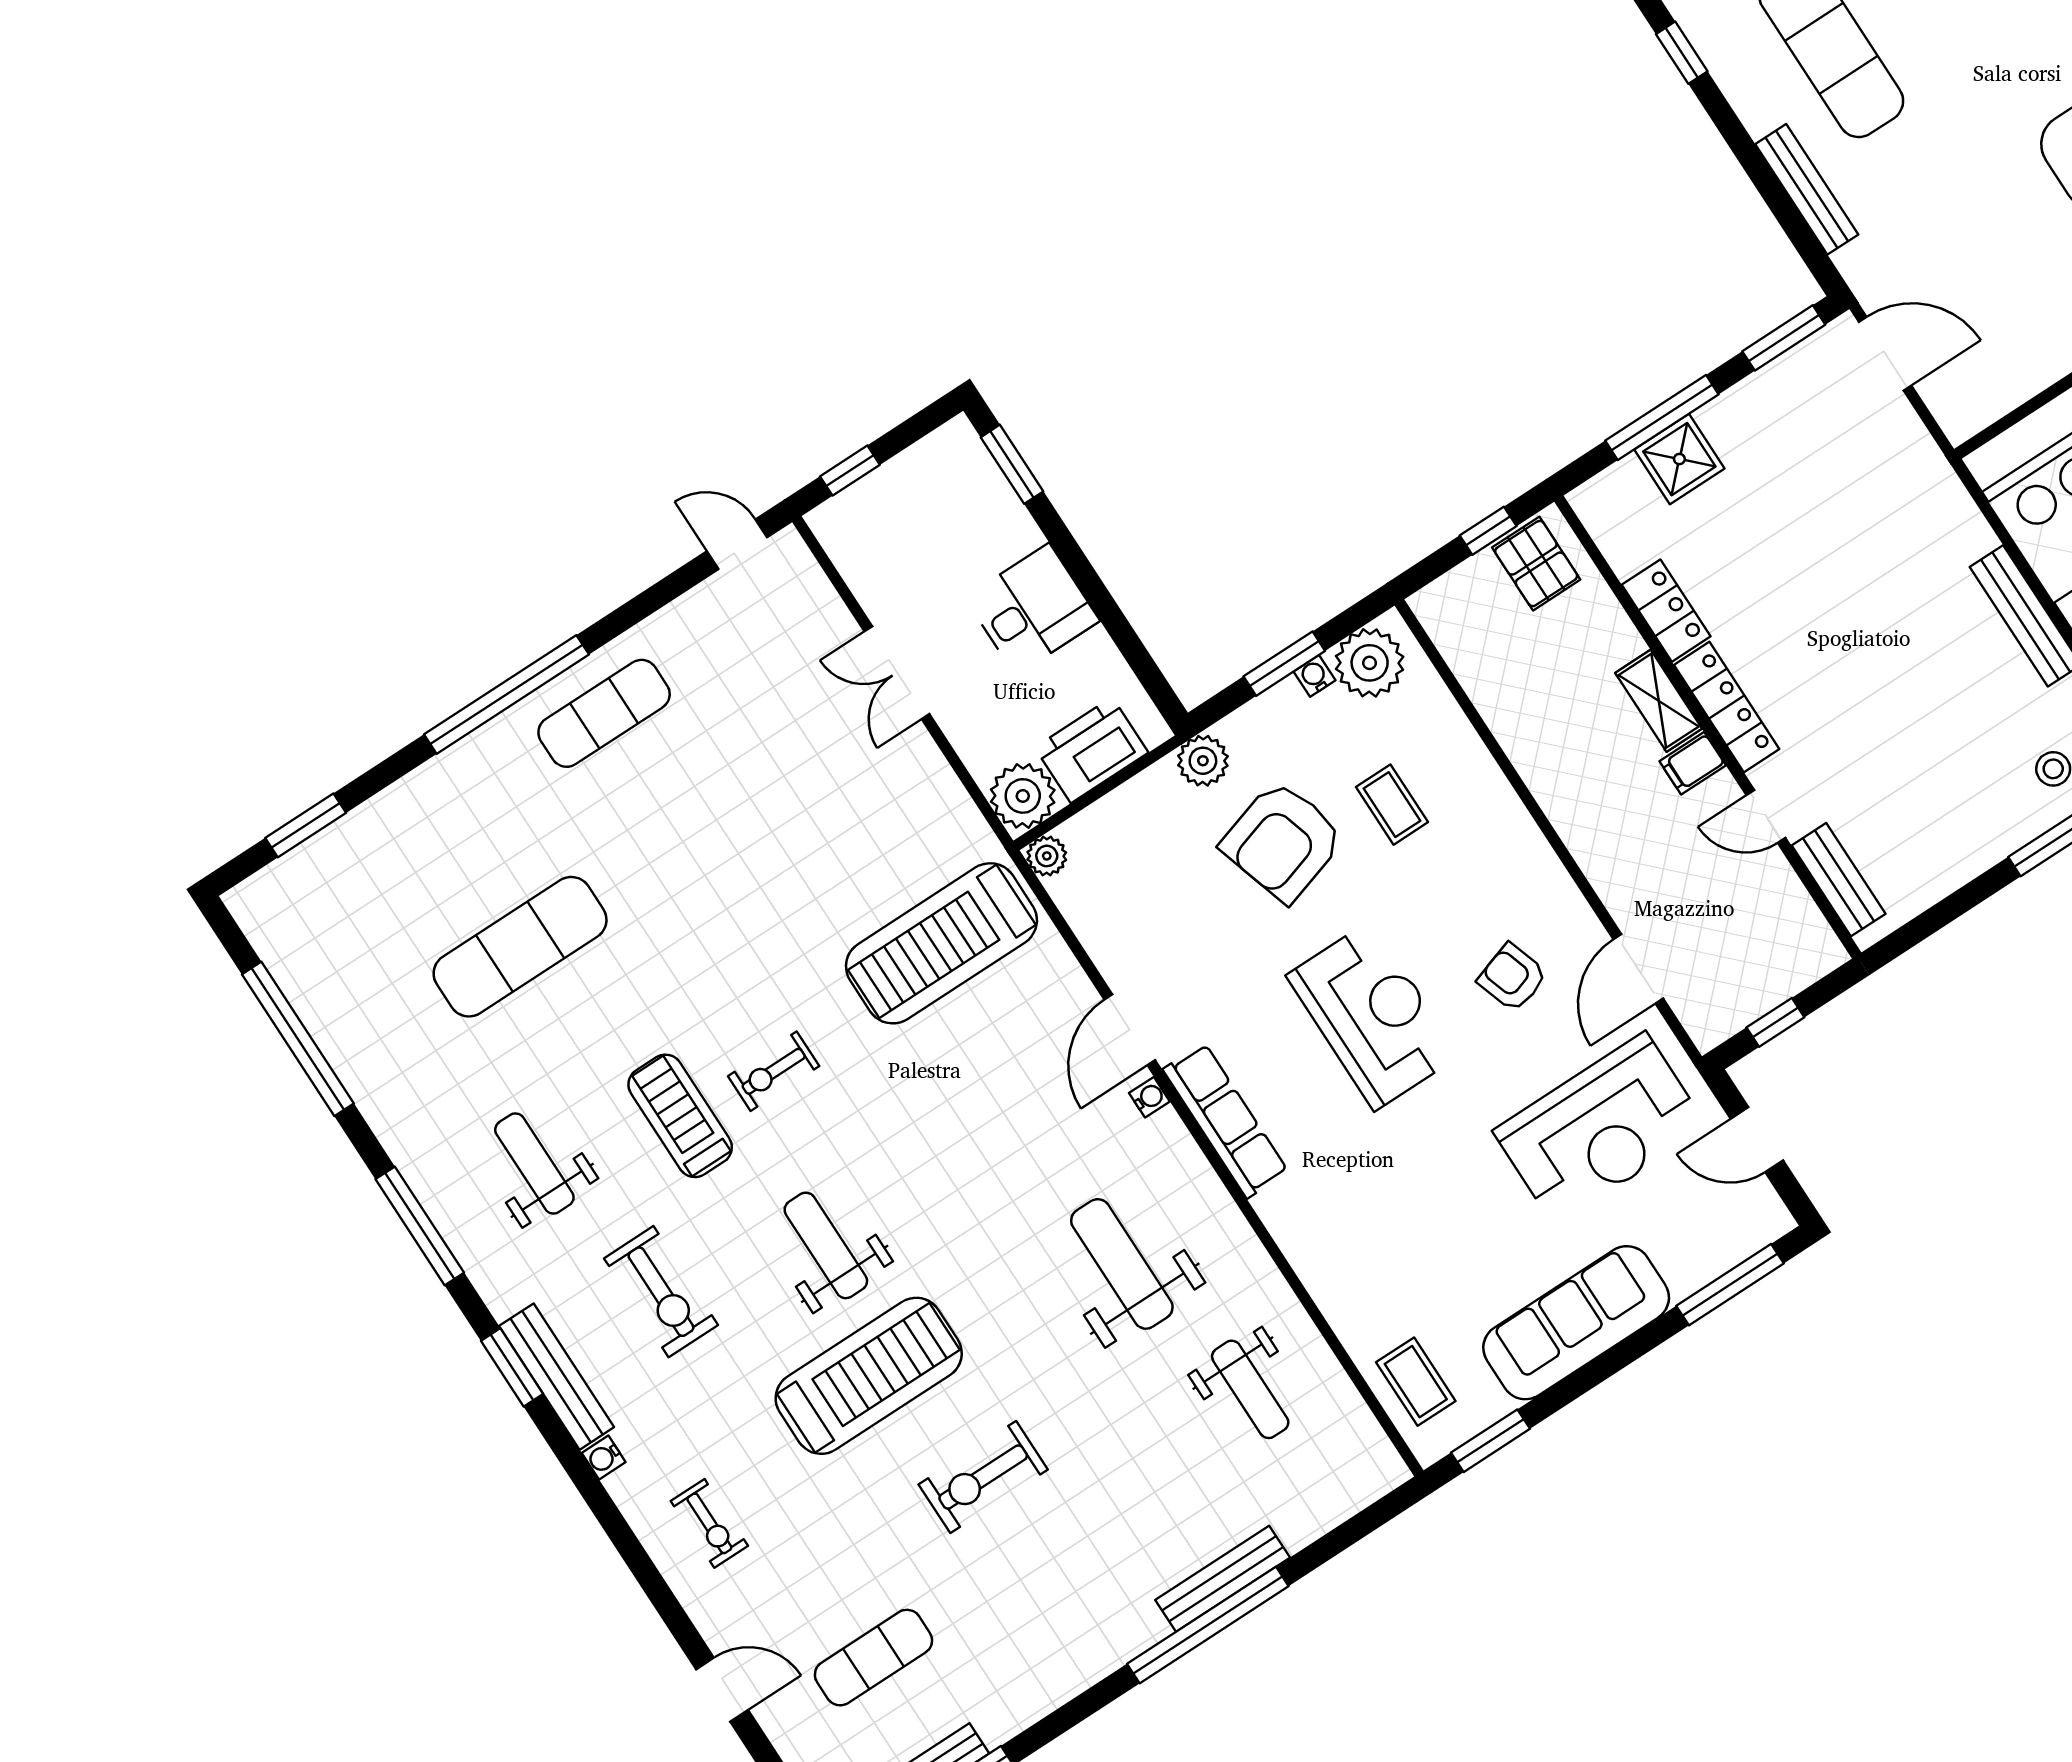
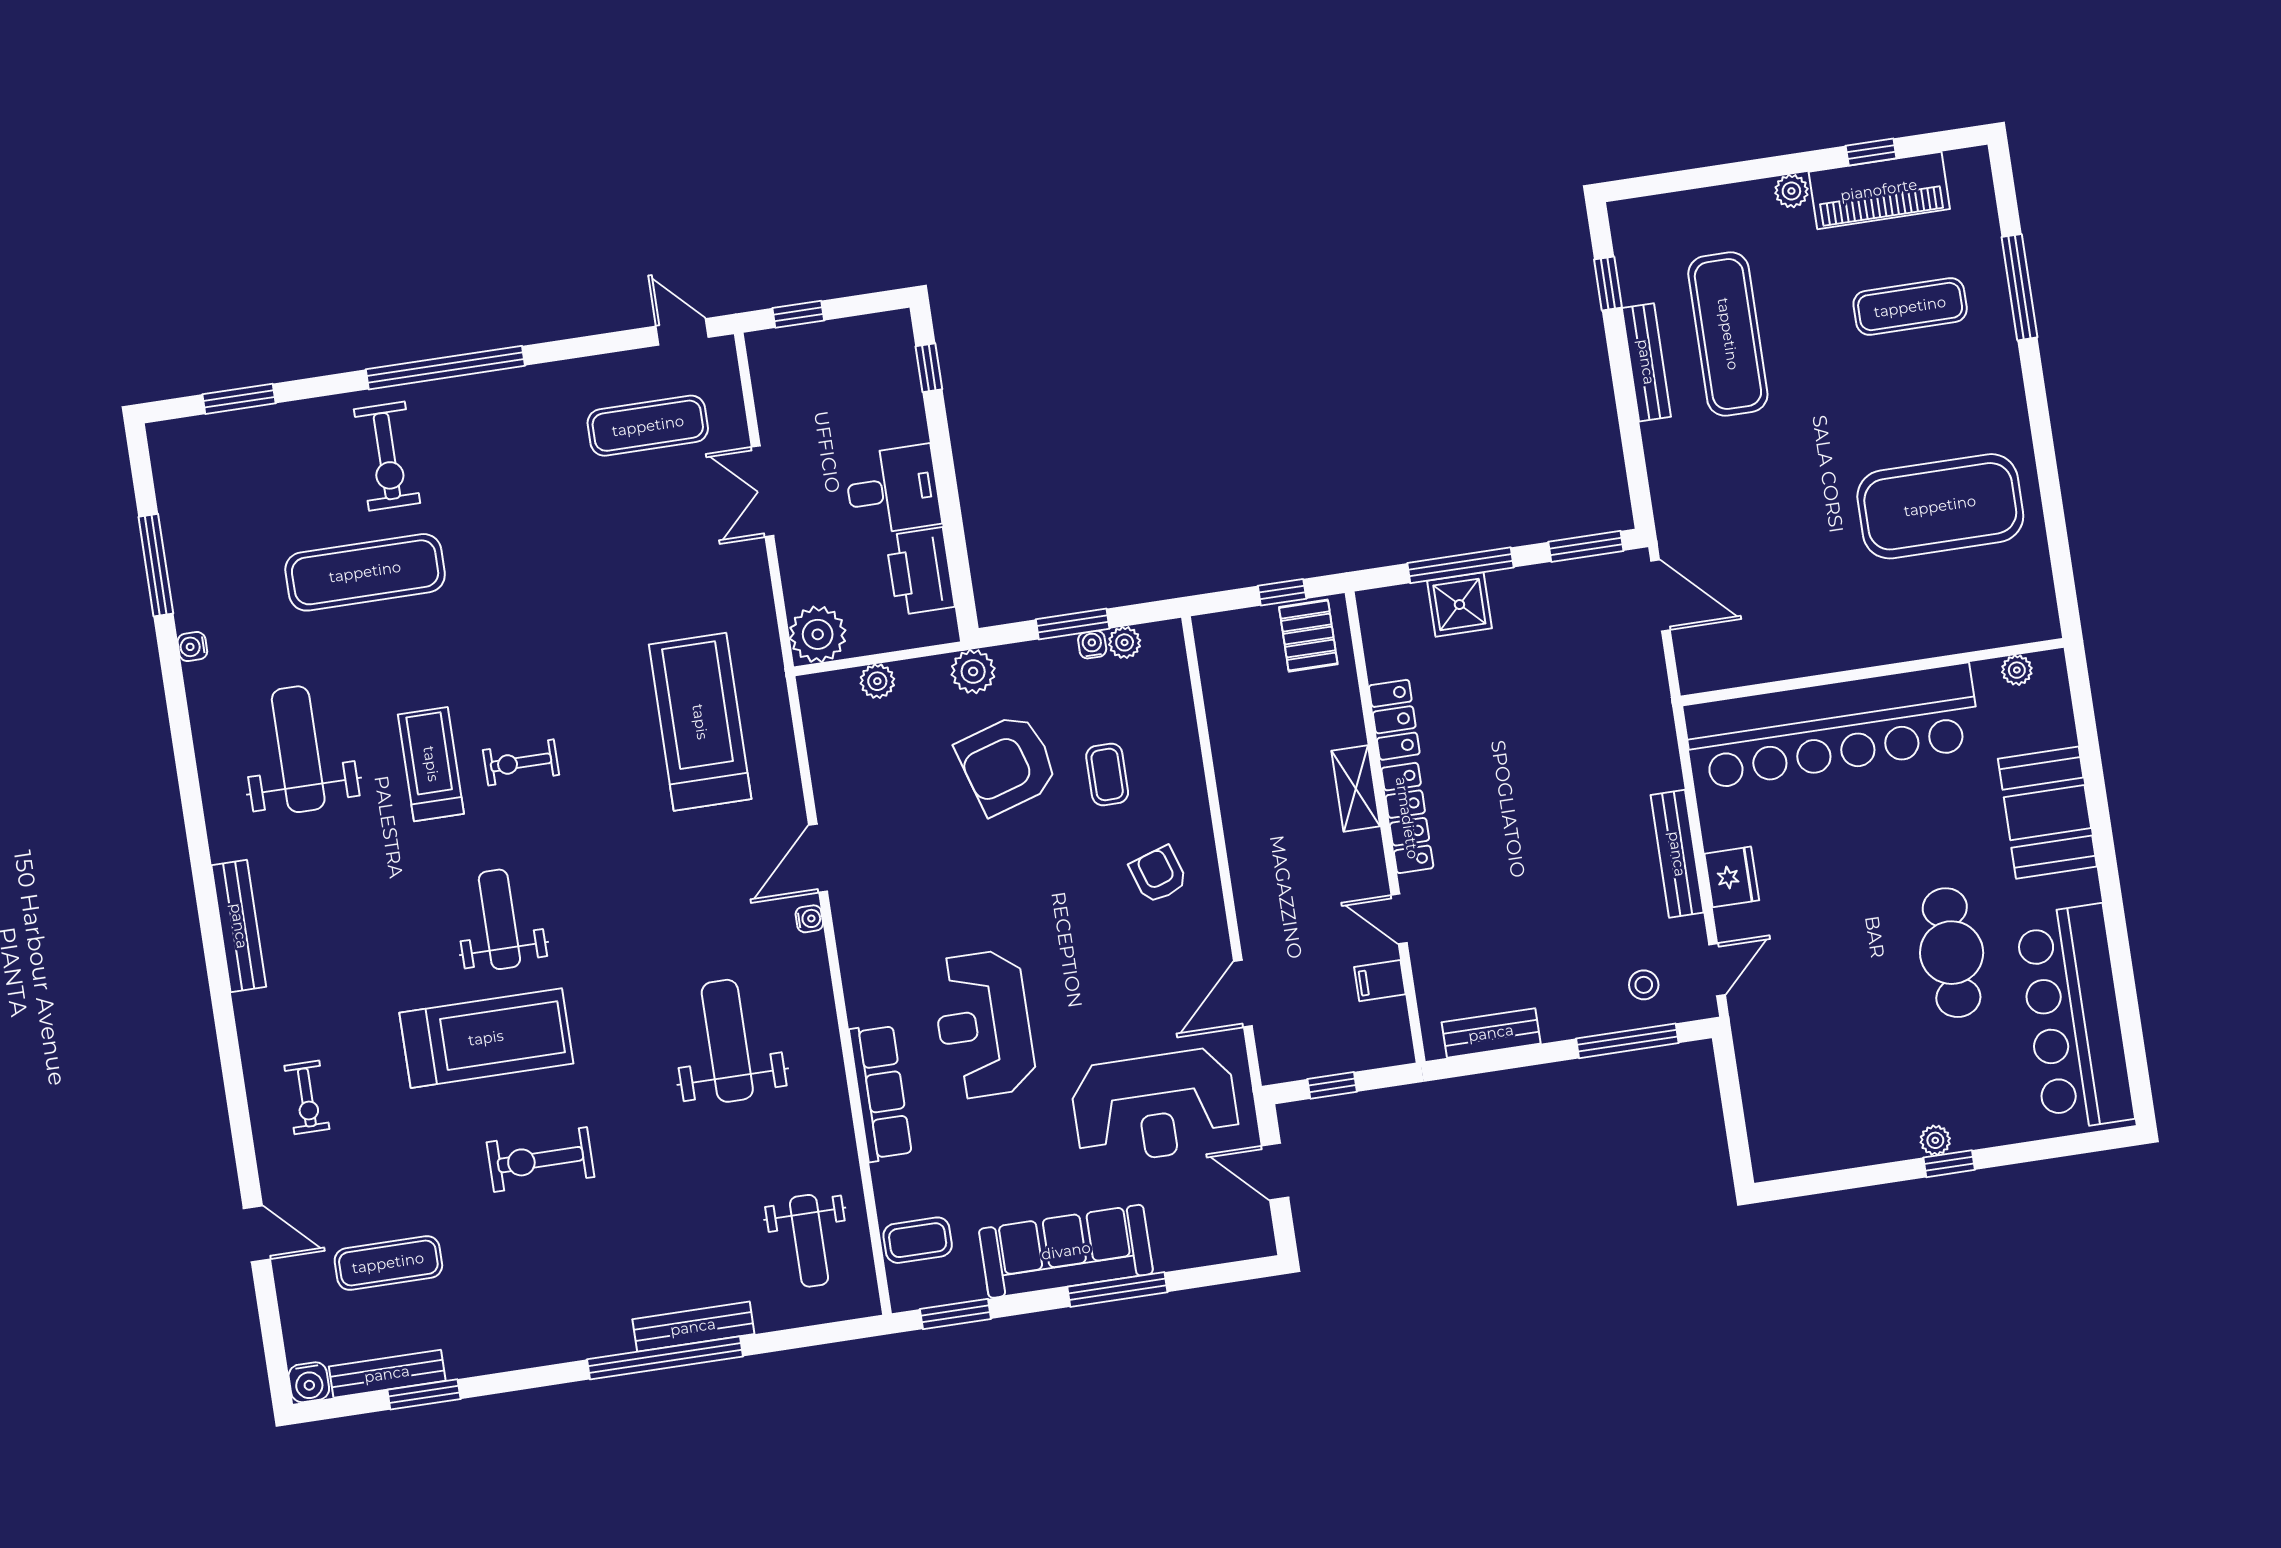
bench: (1807, 189) -> (1646, 362), moved
window: (1012, 464) -> (929, 368), width x0.67
plant: (1370, 663) -> (1125, 642), width x0.53, depth x0.53
exercise mat: (604, 713) -> (648, 426), moved
printer: (1091, 750) -> (920, 571), moved, turned -90
filing cabinet: (1693, 763) -> (1380, 981), moved
plant: (1047, 856) -> (877, 681), moved
bench: (1839, 880) -> (1491, 1033), moved, turned 90
treadmill: (941, 943) -> (700, 722), turned 90
armchair: (1512, 978) -> (1158, 875), moved
reception desk: (1373, 1016) -> (983, 1024), moved, turned 180
window: (298, 1039) -> (156, 565), width x0.68
row of seats: (1226, 1120) -> (880, 1093), moved
weight bench: (534, 1163) -> (298, 749), width x1.36, depth x1.33
window: (420, 1226) -> (185, 757), removed
window: (1730, 1285) -> (1117, 1289), moved
exercise bike: (661, 1292) -> (387, 456), moved
window: (512, 1367) -> (207, 903), removed
coffee table: (1416, 1382) -> (918, 1240), turned 90
weight bench: (1250, 1389) -> (809, 1241), moved
water cooler: (604, 1458) -> (192, 647), moved

